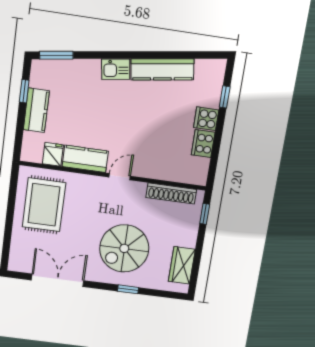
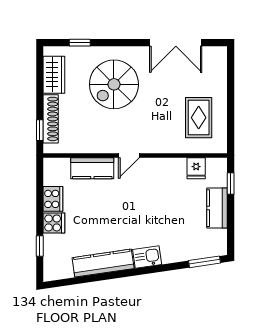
window: (24, 91) -> (231, 183), moved
kitchen counter: (85, 159) -> (92, 168), moved
shoe rack: (171, 193) -> (51, 119), moved, turned 90
rug: (44, 205) -> (199, 118), width x0.73, depth x0.70
spiral stairs: (124, 248) -> (114, 84), turned 180
window: (128, 289) -> (80, 43), moved

